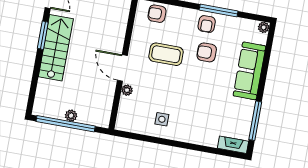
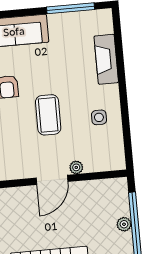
coffee table: (166, 54) -> (48, 115), moved
fireplace: (233, 145) -> (106, 59), moved, width x1.37, depth x1.32

